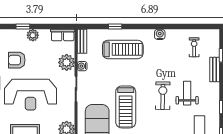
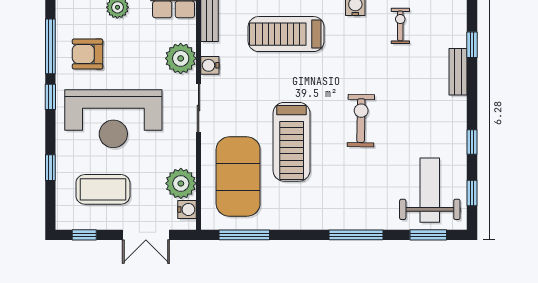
exercise bike: (194, 47) -> (400, 26), moved
treadmill: (123, 49) -> (286, 34), turned 180
weight bench: (187, 93) -> (407, 116), removed

